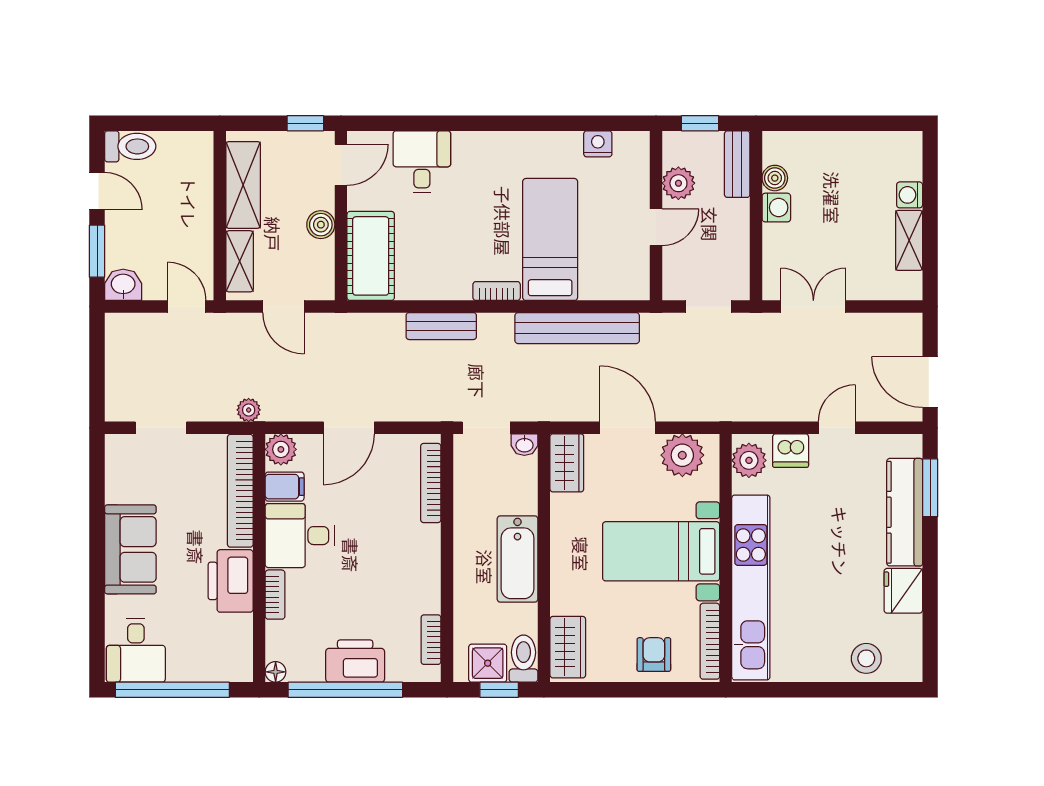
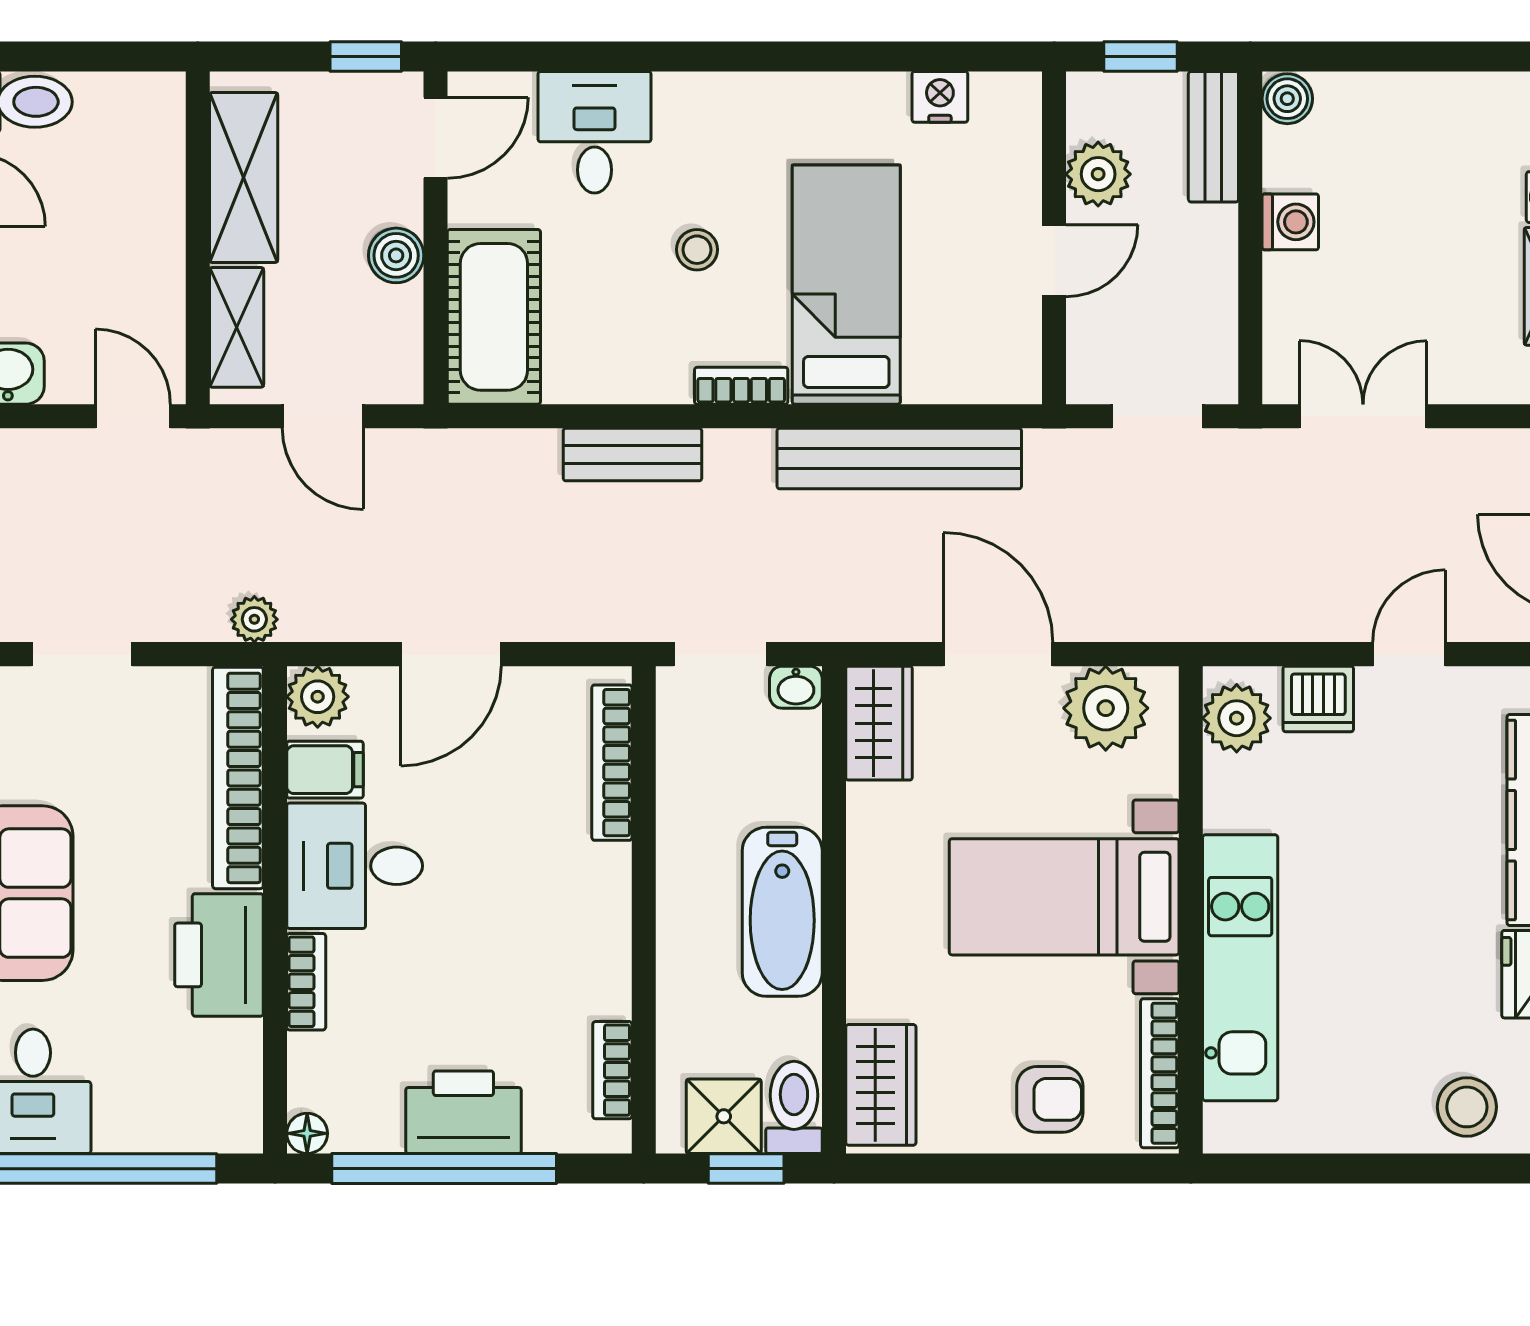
boiler: (775, 178) -> (1287, 99), moved
stool: (474, 222) -> (697, 250), added
kitchen unit: (751, 587) -> (1240, 968), width x0.73
armchair: (654, 655) -> (1050, 1099), turned 90

